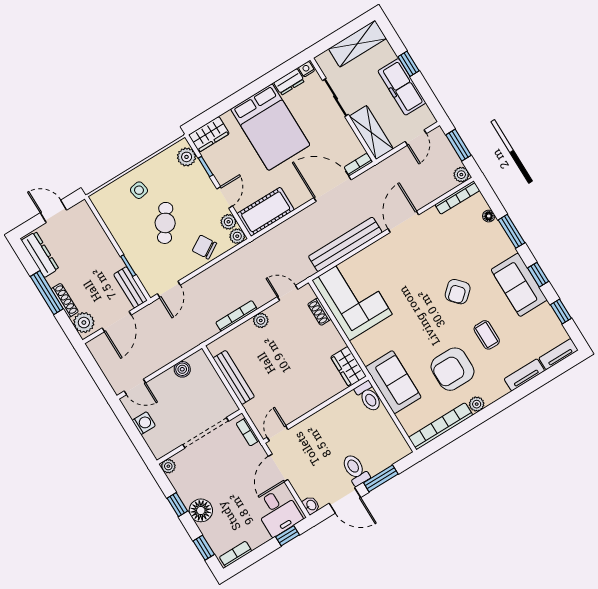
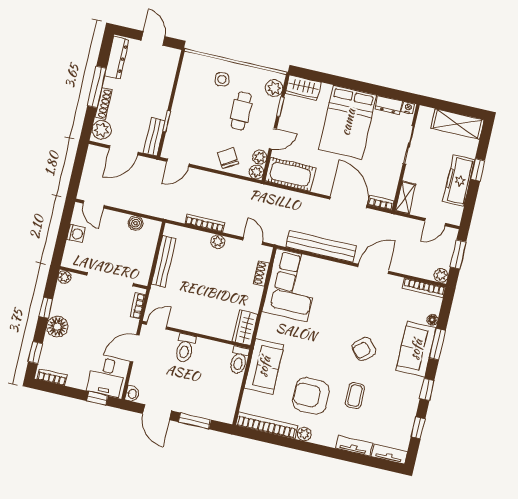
shelving: (371, 132) -> (406, 198), width x0.67, depth x0.75
cafe table: (165, 223) -> (241, 111), moved, turned -34
sofa: (519, 285) -> (416, 349), moved
toilet: (355, 470) -> (185, 348), moved, turned 180

